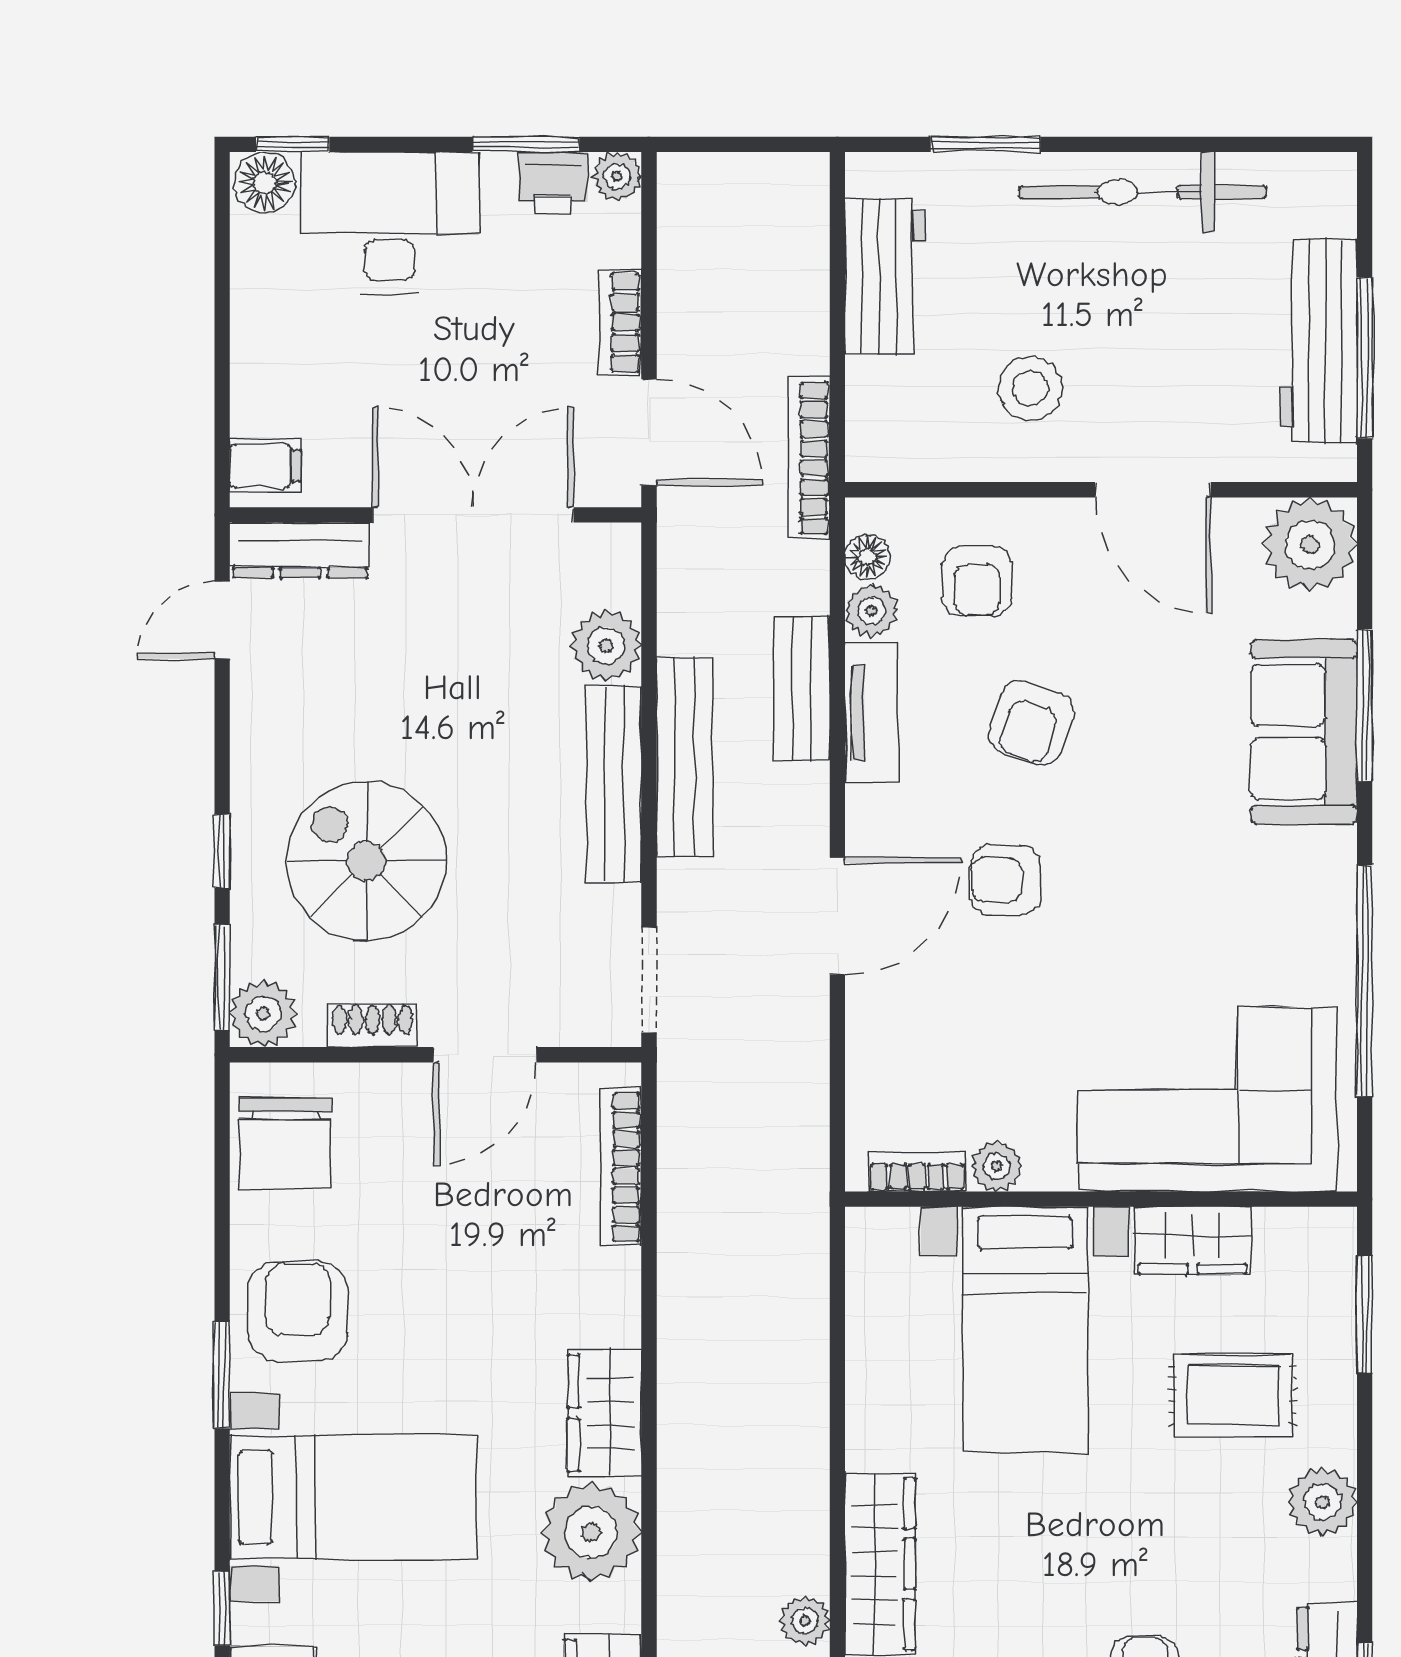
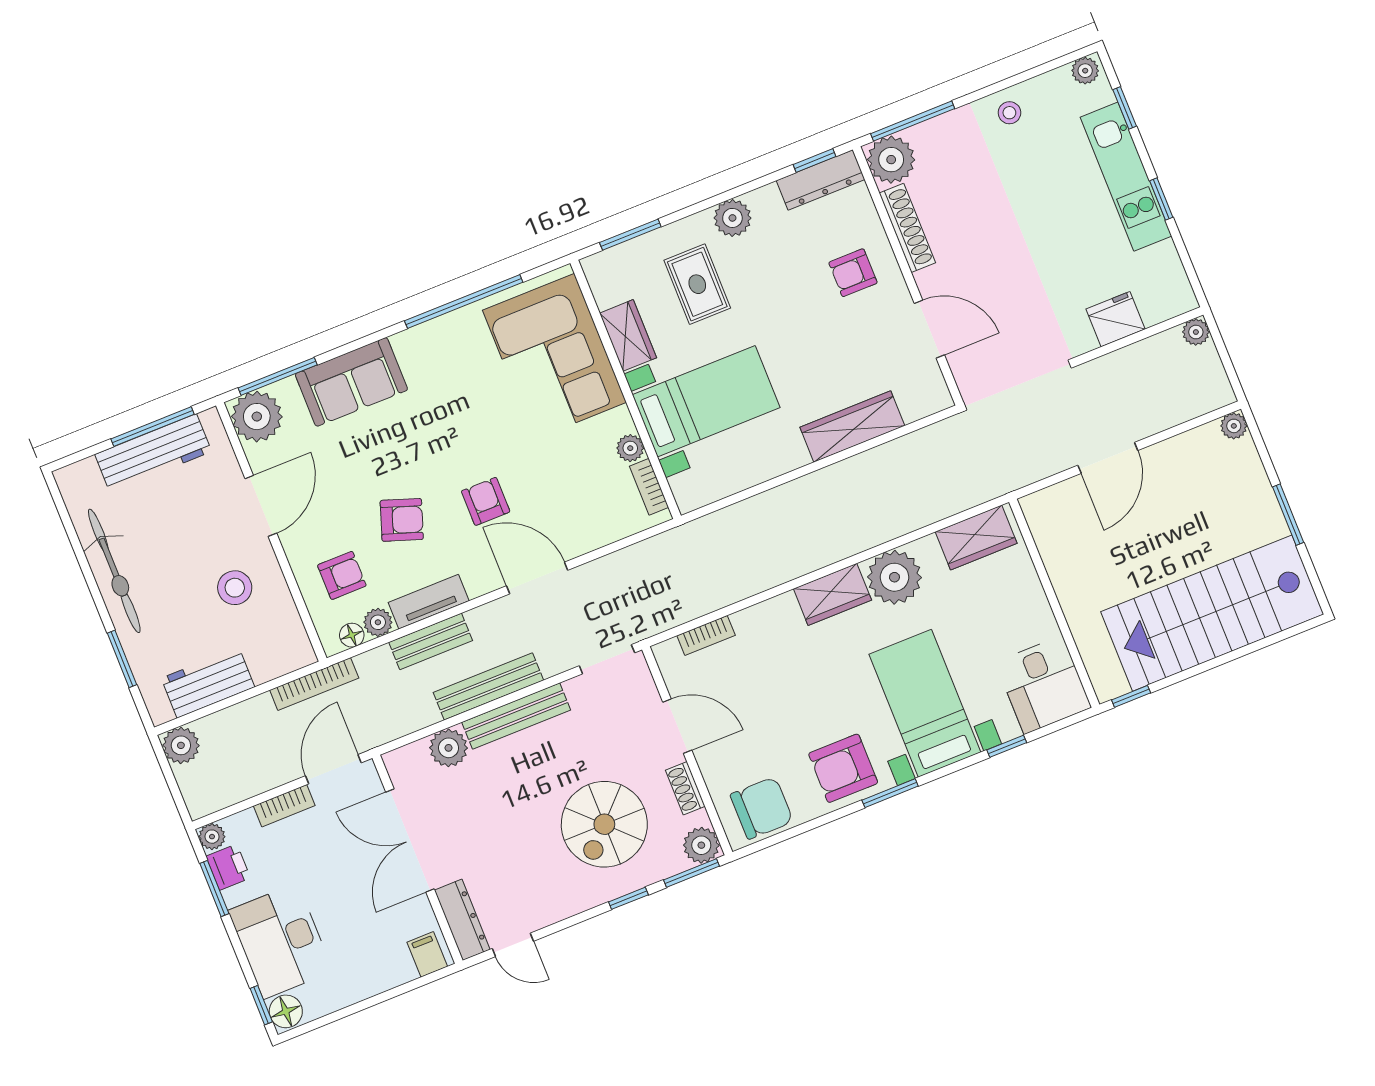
window: (1365, 705) -> (278, 376), moved
armchair: (1005, 880) -> (486, 501), turned 180
bookcase: (621, 1167) -> (706, 635), width x0.64
plant: (805, 1621) -> (181, 745), moved, width x1.38, depth x1.38

